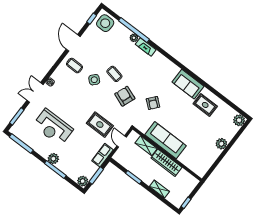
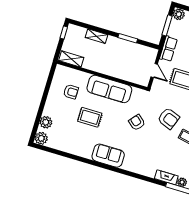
rug: (205, 105) -> (90, 117), moved
plant: (221, 144) -> (46, 122), moved
shelving: (146, 146) -> (71, 59), moved
armchair: (199, 150) -> (71, 92), added
wardrobe: (166, 163) -> (100, 66), removed

